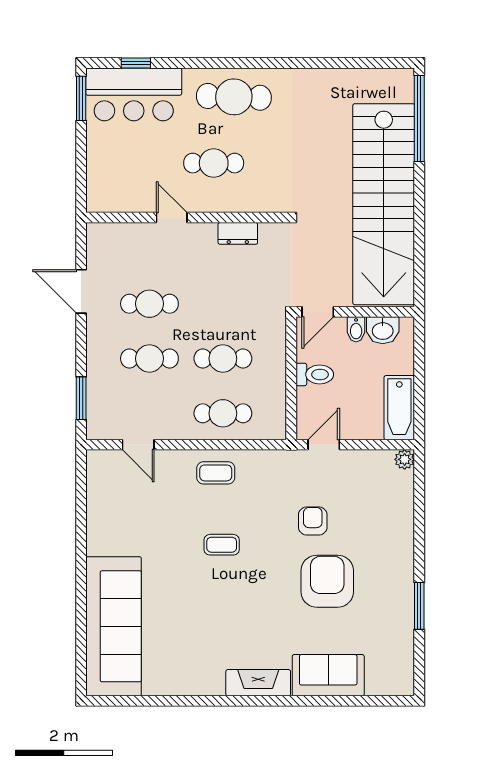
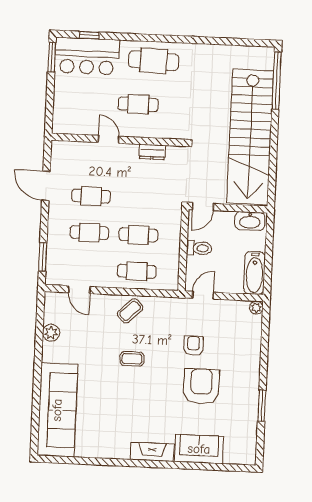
bidet: (356, 329) -> (228, 219), removed
washbasin: (383, 330) -> (250, 221), width x1.38
coffee table: (216, 473) -> (130, 311), turned -44
plant: (99, 511) -> (51, 333), added

